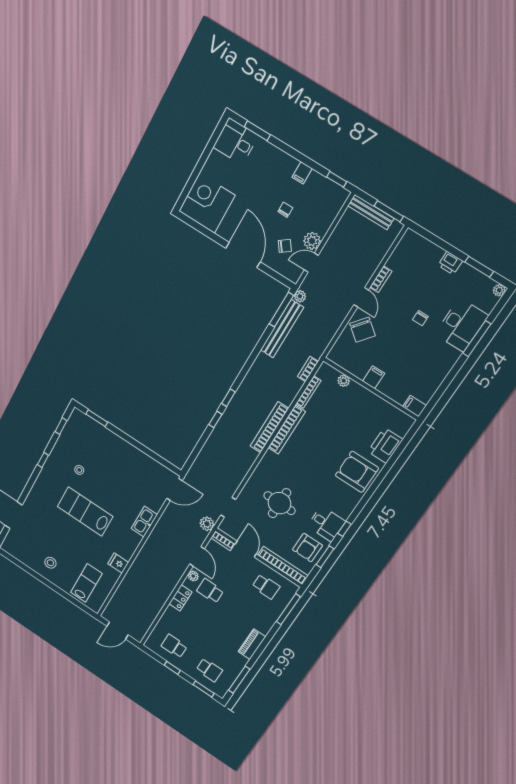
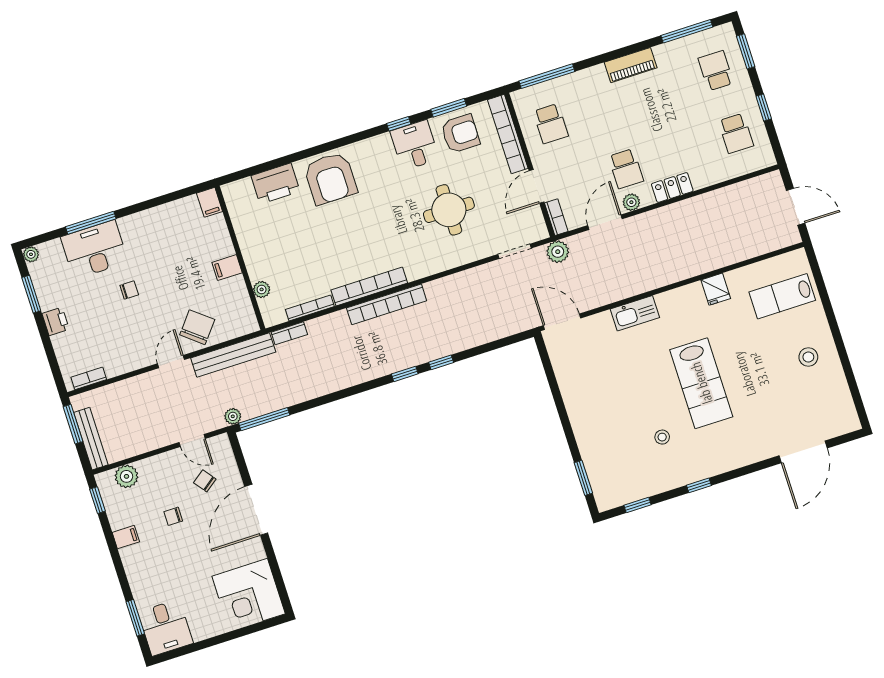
plant: (312, 241) -> (127, 476), moved
bookcase: (381, 279) -> (89, 378), moved
bench: (282, 329) -> (233, 355), moved
school desk: (266, 586) -> (551, 124), turned 180

